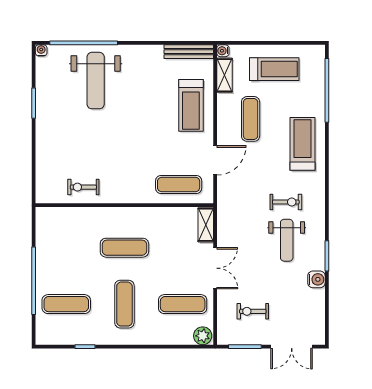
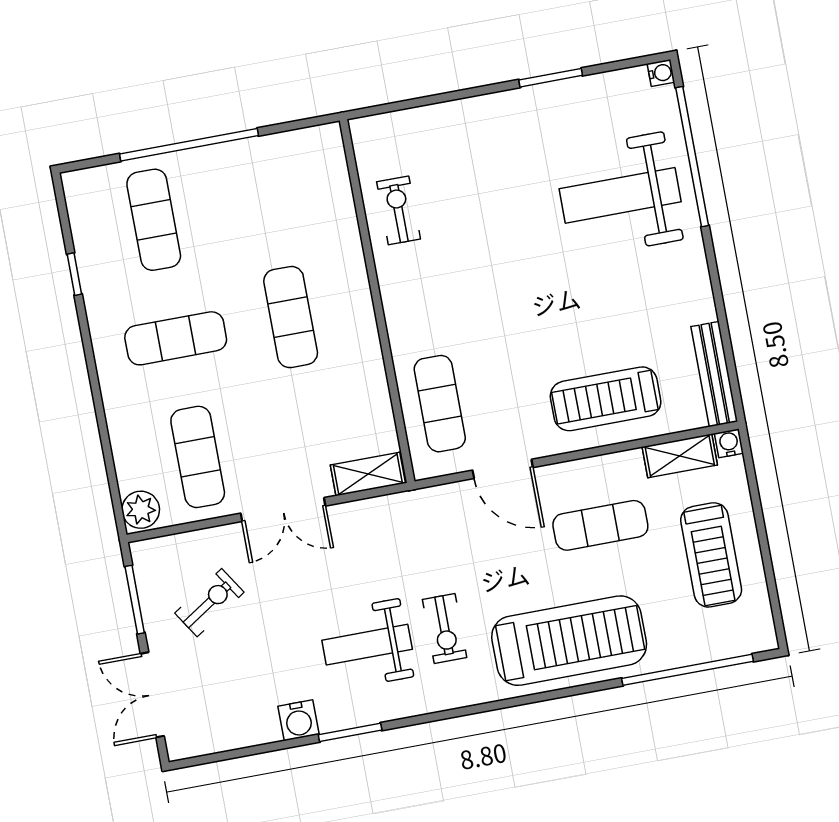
treadmill: (302, 144) -> (569, 641), width x1.37, depth x1.38
exercise bike: (253, 311) -> (209, 603), turned 57

